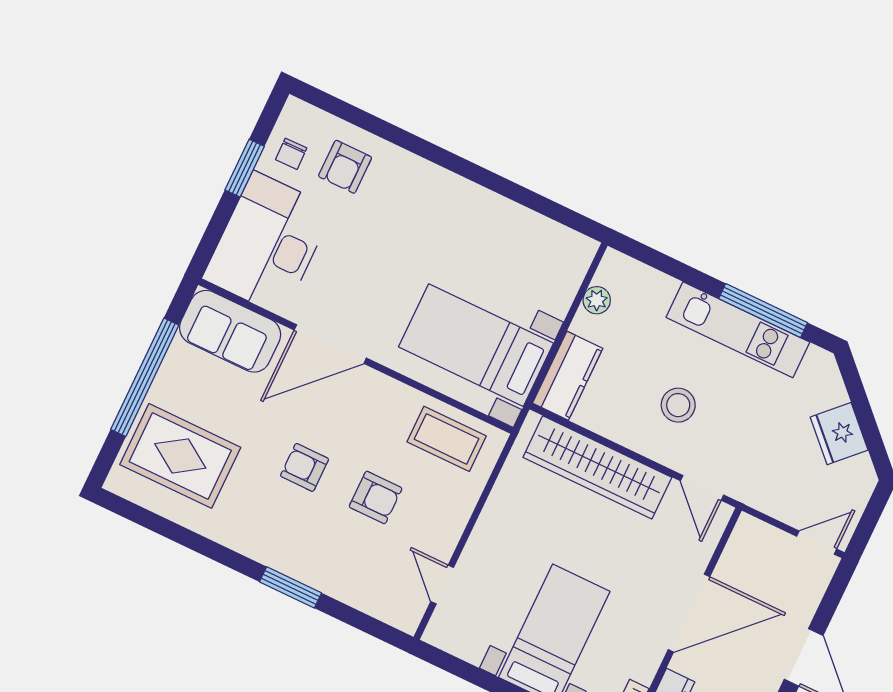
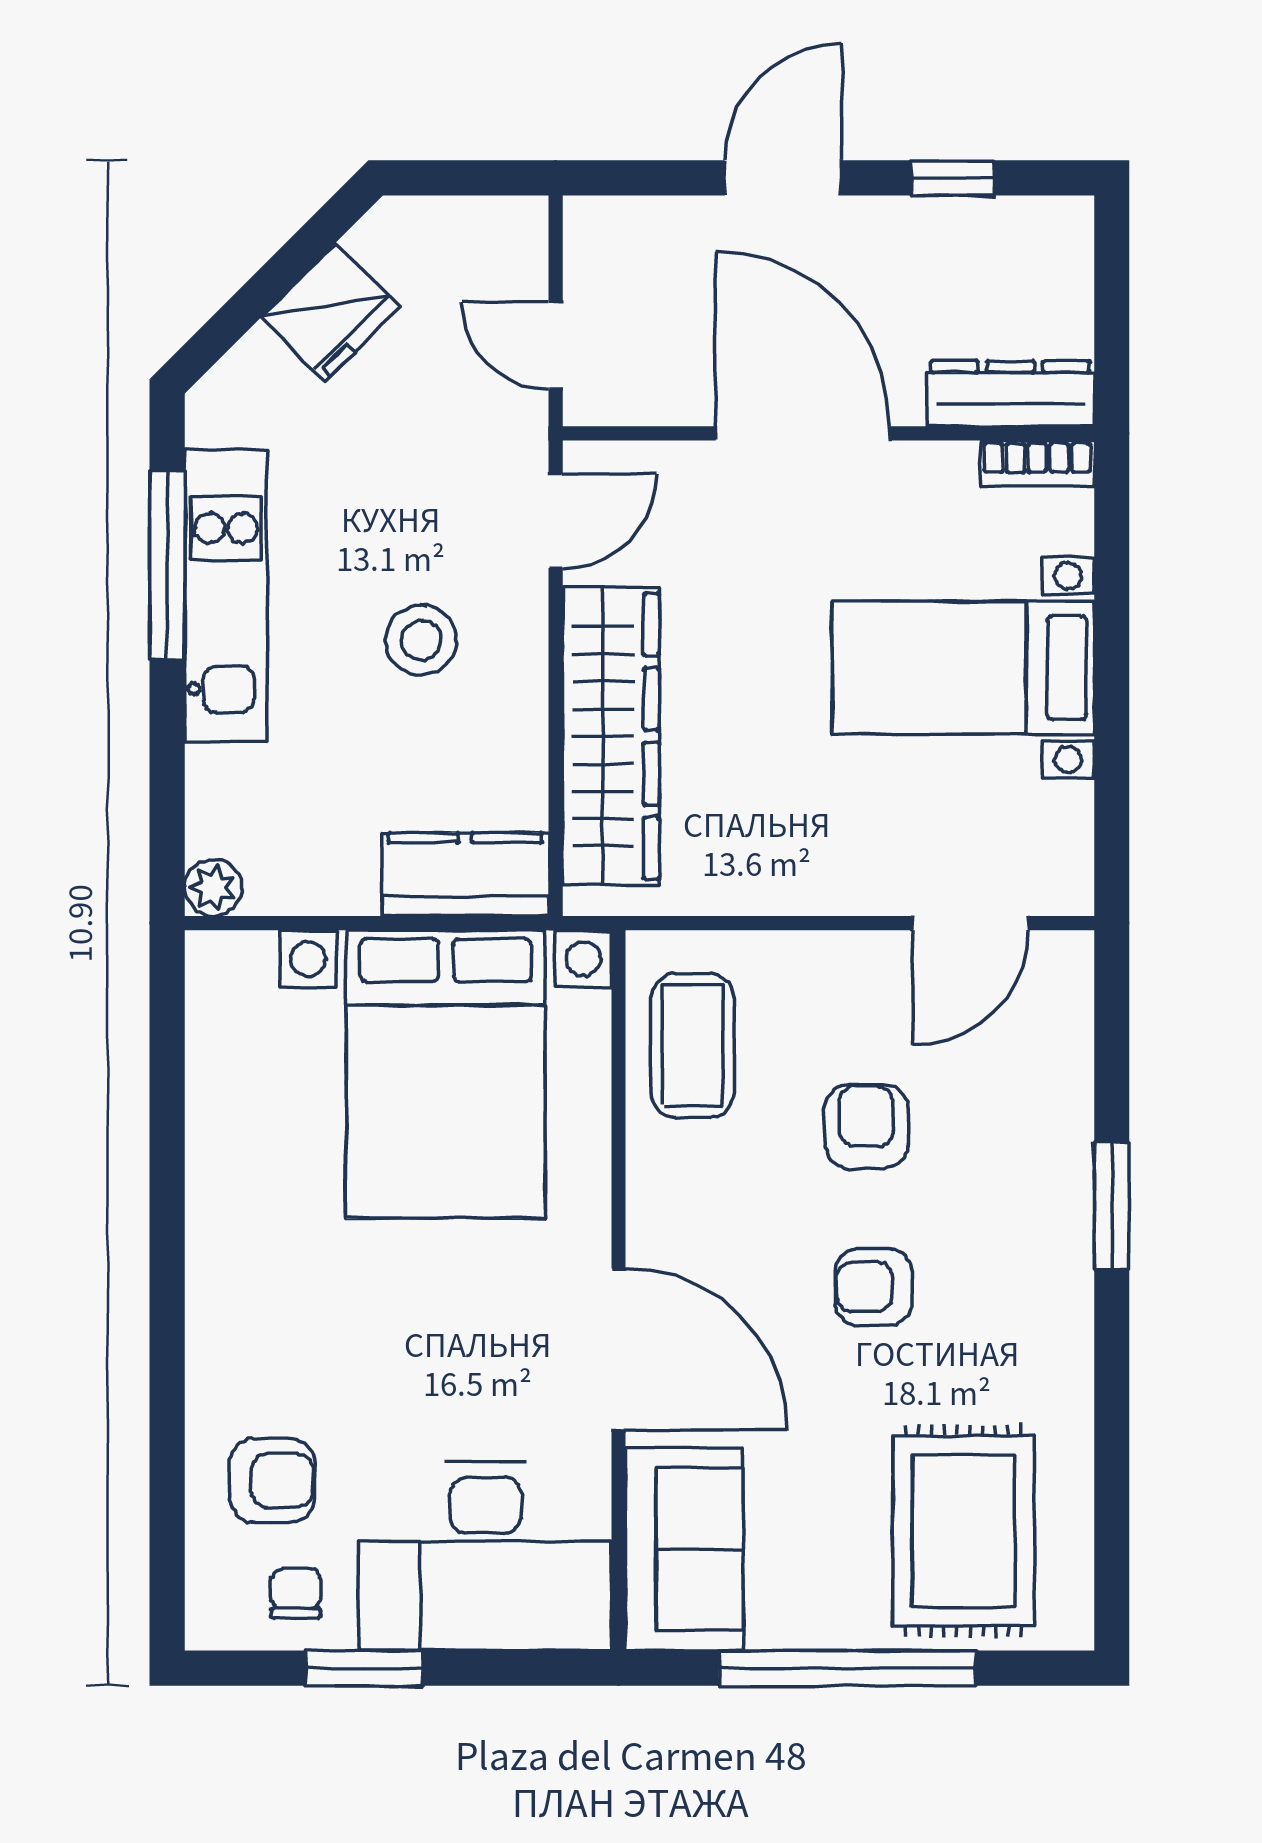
chair: (291, 154) -> (296, 1593), turned -89
plant: (597, 300) -> (213, 888), moved
bed with nightstands: (476, 345) -> (446, 1074), width x1.36
armchair: (304, 467) -> (874, 1287), turned 90
door: (817, 543) -> (556, 346), moved
door: (442, 585) -> (970, 923), width x1.38

